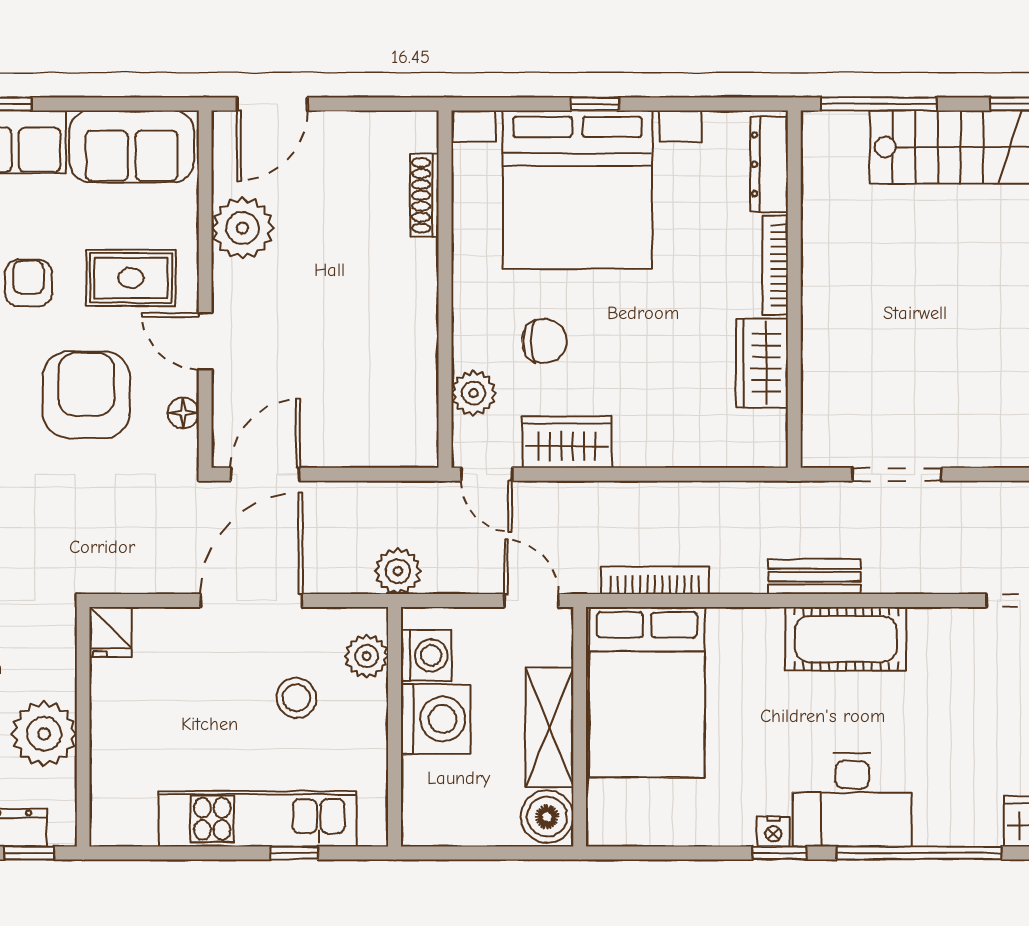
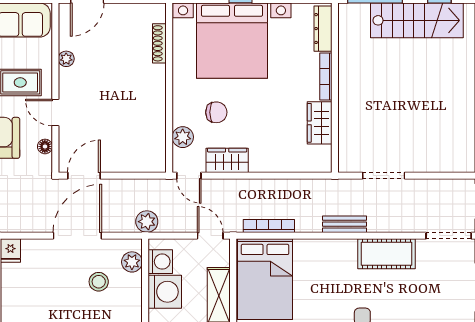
plant: (243, 228) -> (66, 59), width x0.53, depth x0.53
cot: (846, 639) -> (387, 254), moved

